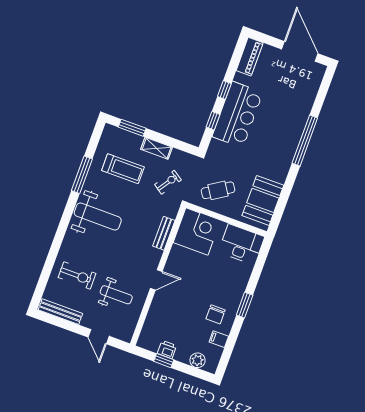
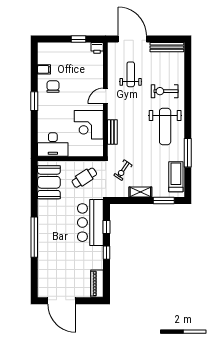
bar counter: (237, 115) -> (90, 223), moved
treadmill: (123, 169) -> (176, 177), moved, turned 90
weight bench: (98, 217) -> (165, 126), turned -90
corner desk: (197, 231) -> (89, 125), moved
exercise bike: (77, 275) -> (165, 91), moved
weight bench: (116, 295) -> (131, 74), turned 90
door: (99, 337) -> (132, 39), width x1.87
printer: (167, 349) -> (97, 48), moved
plant: (198, 360) -> (54, 48), removed

